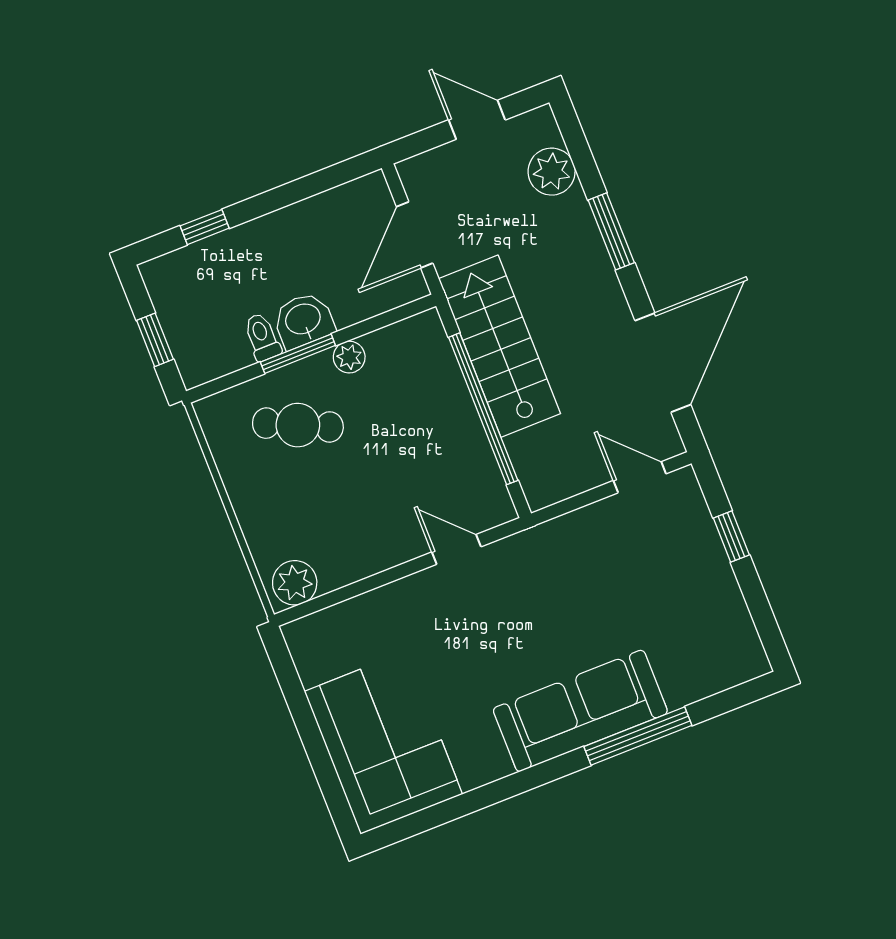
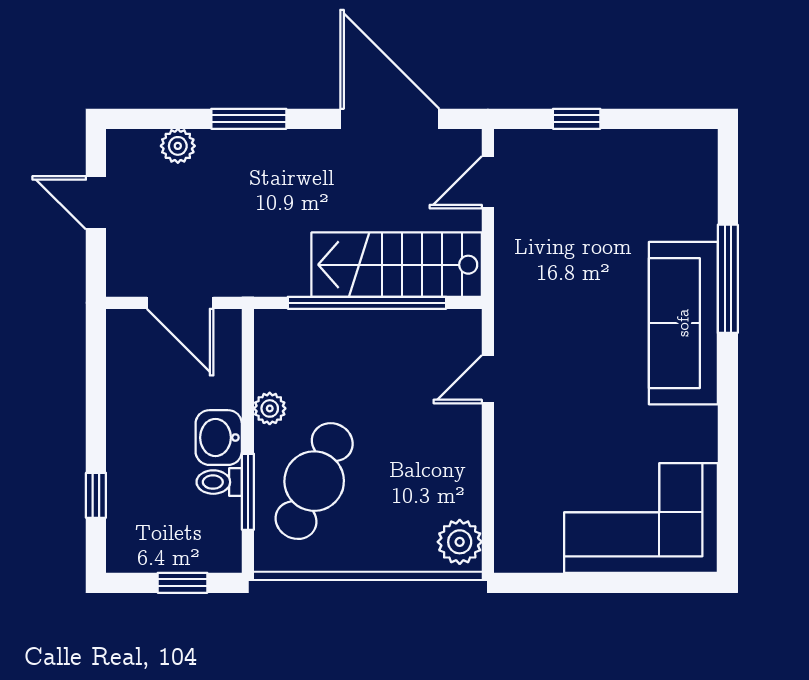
door: (477, 120) -> (96, 203), hinge flipped
plant: (552, 172) -> (178, 146), width x0.73, depth x0.73
stairs: (500, 346) -> (397, 265), moved
window: (298, 354) -> (248, 492), moved
cafe table: (298, 425) -> (314, 481), width x1.37, depth x1.35

